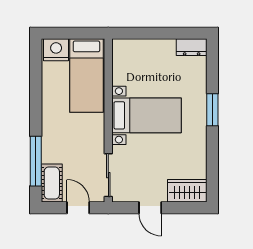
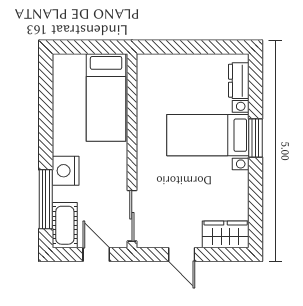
dresser: (192, 47) -> (239, 81), moved, turned 90
nightstand: (56, 50) -> (66, 171), moved, turned -90
bed with nightstands: (147, 115) -> (208, 135), moved, turned 180

